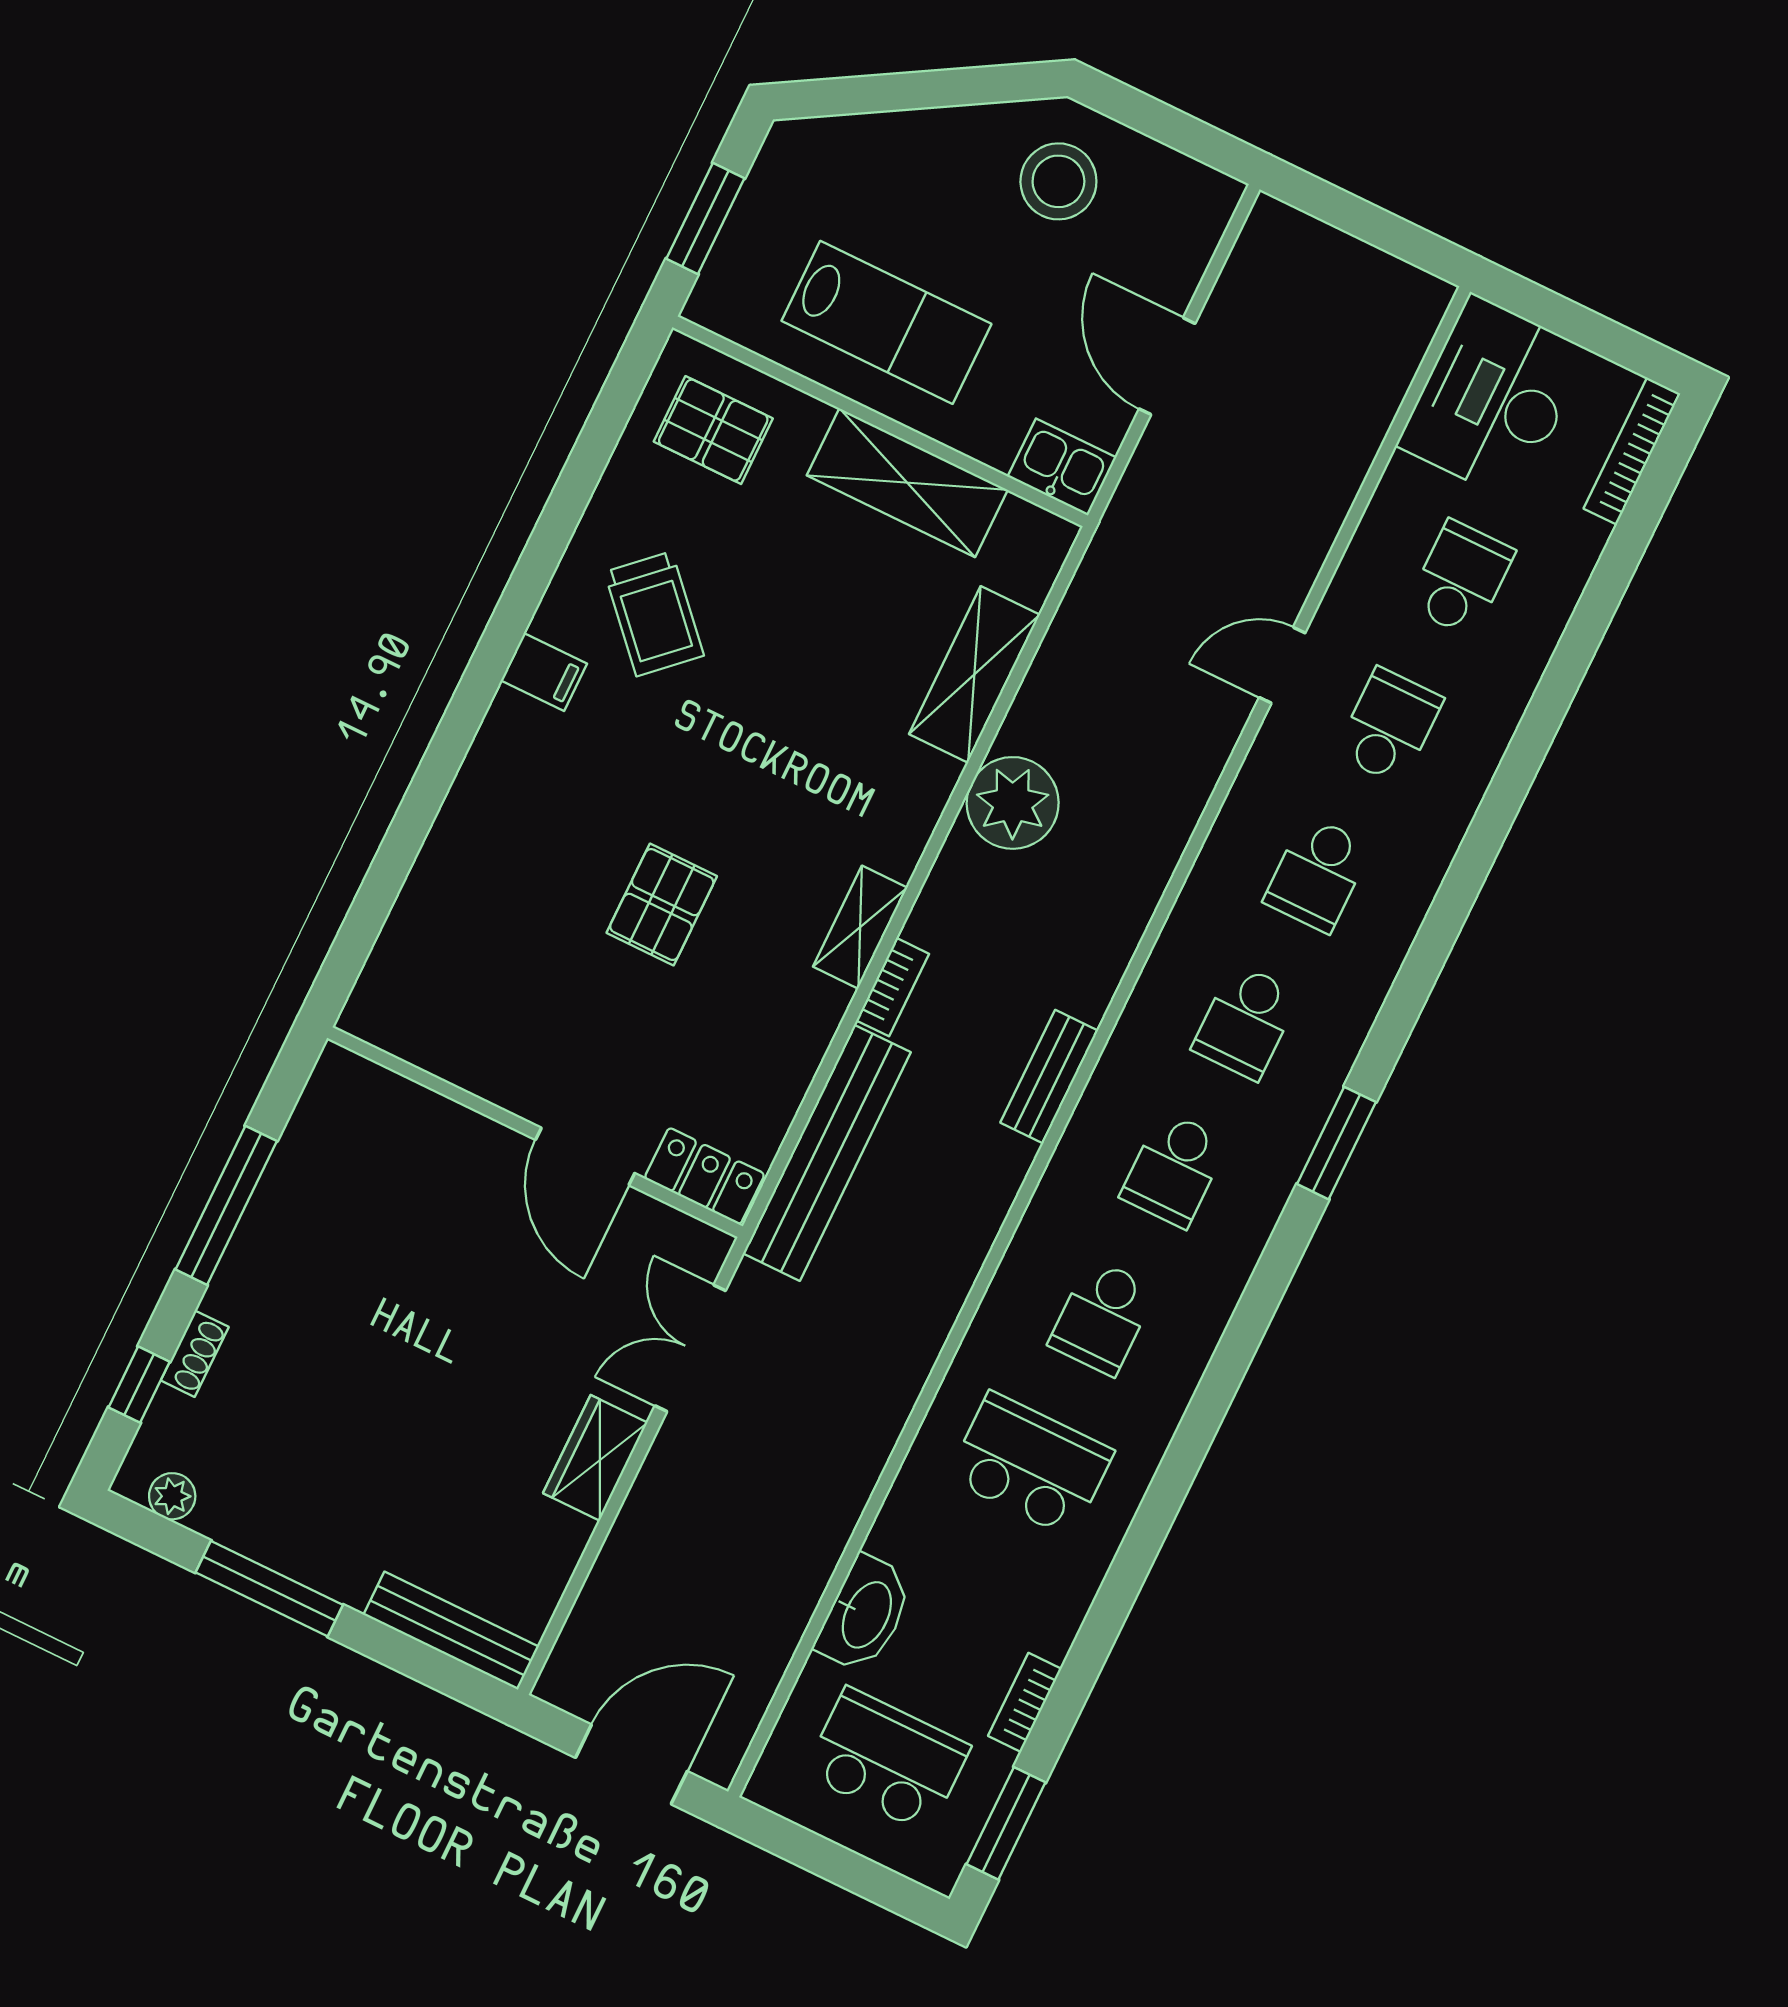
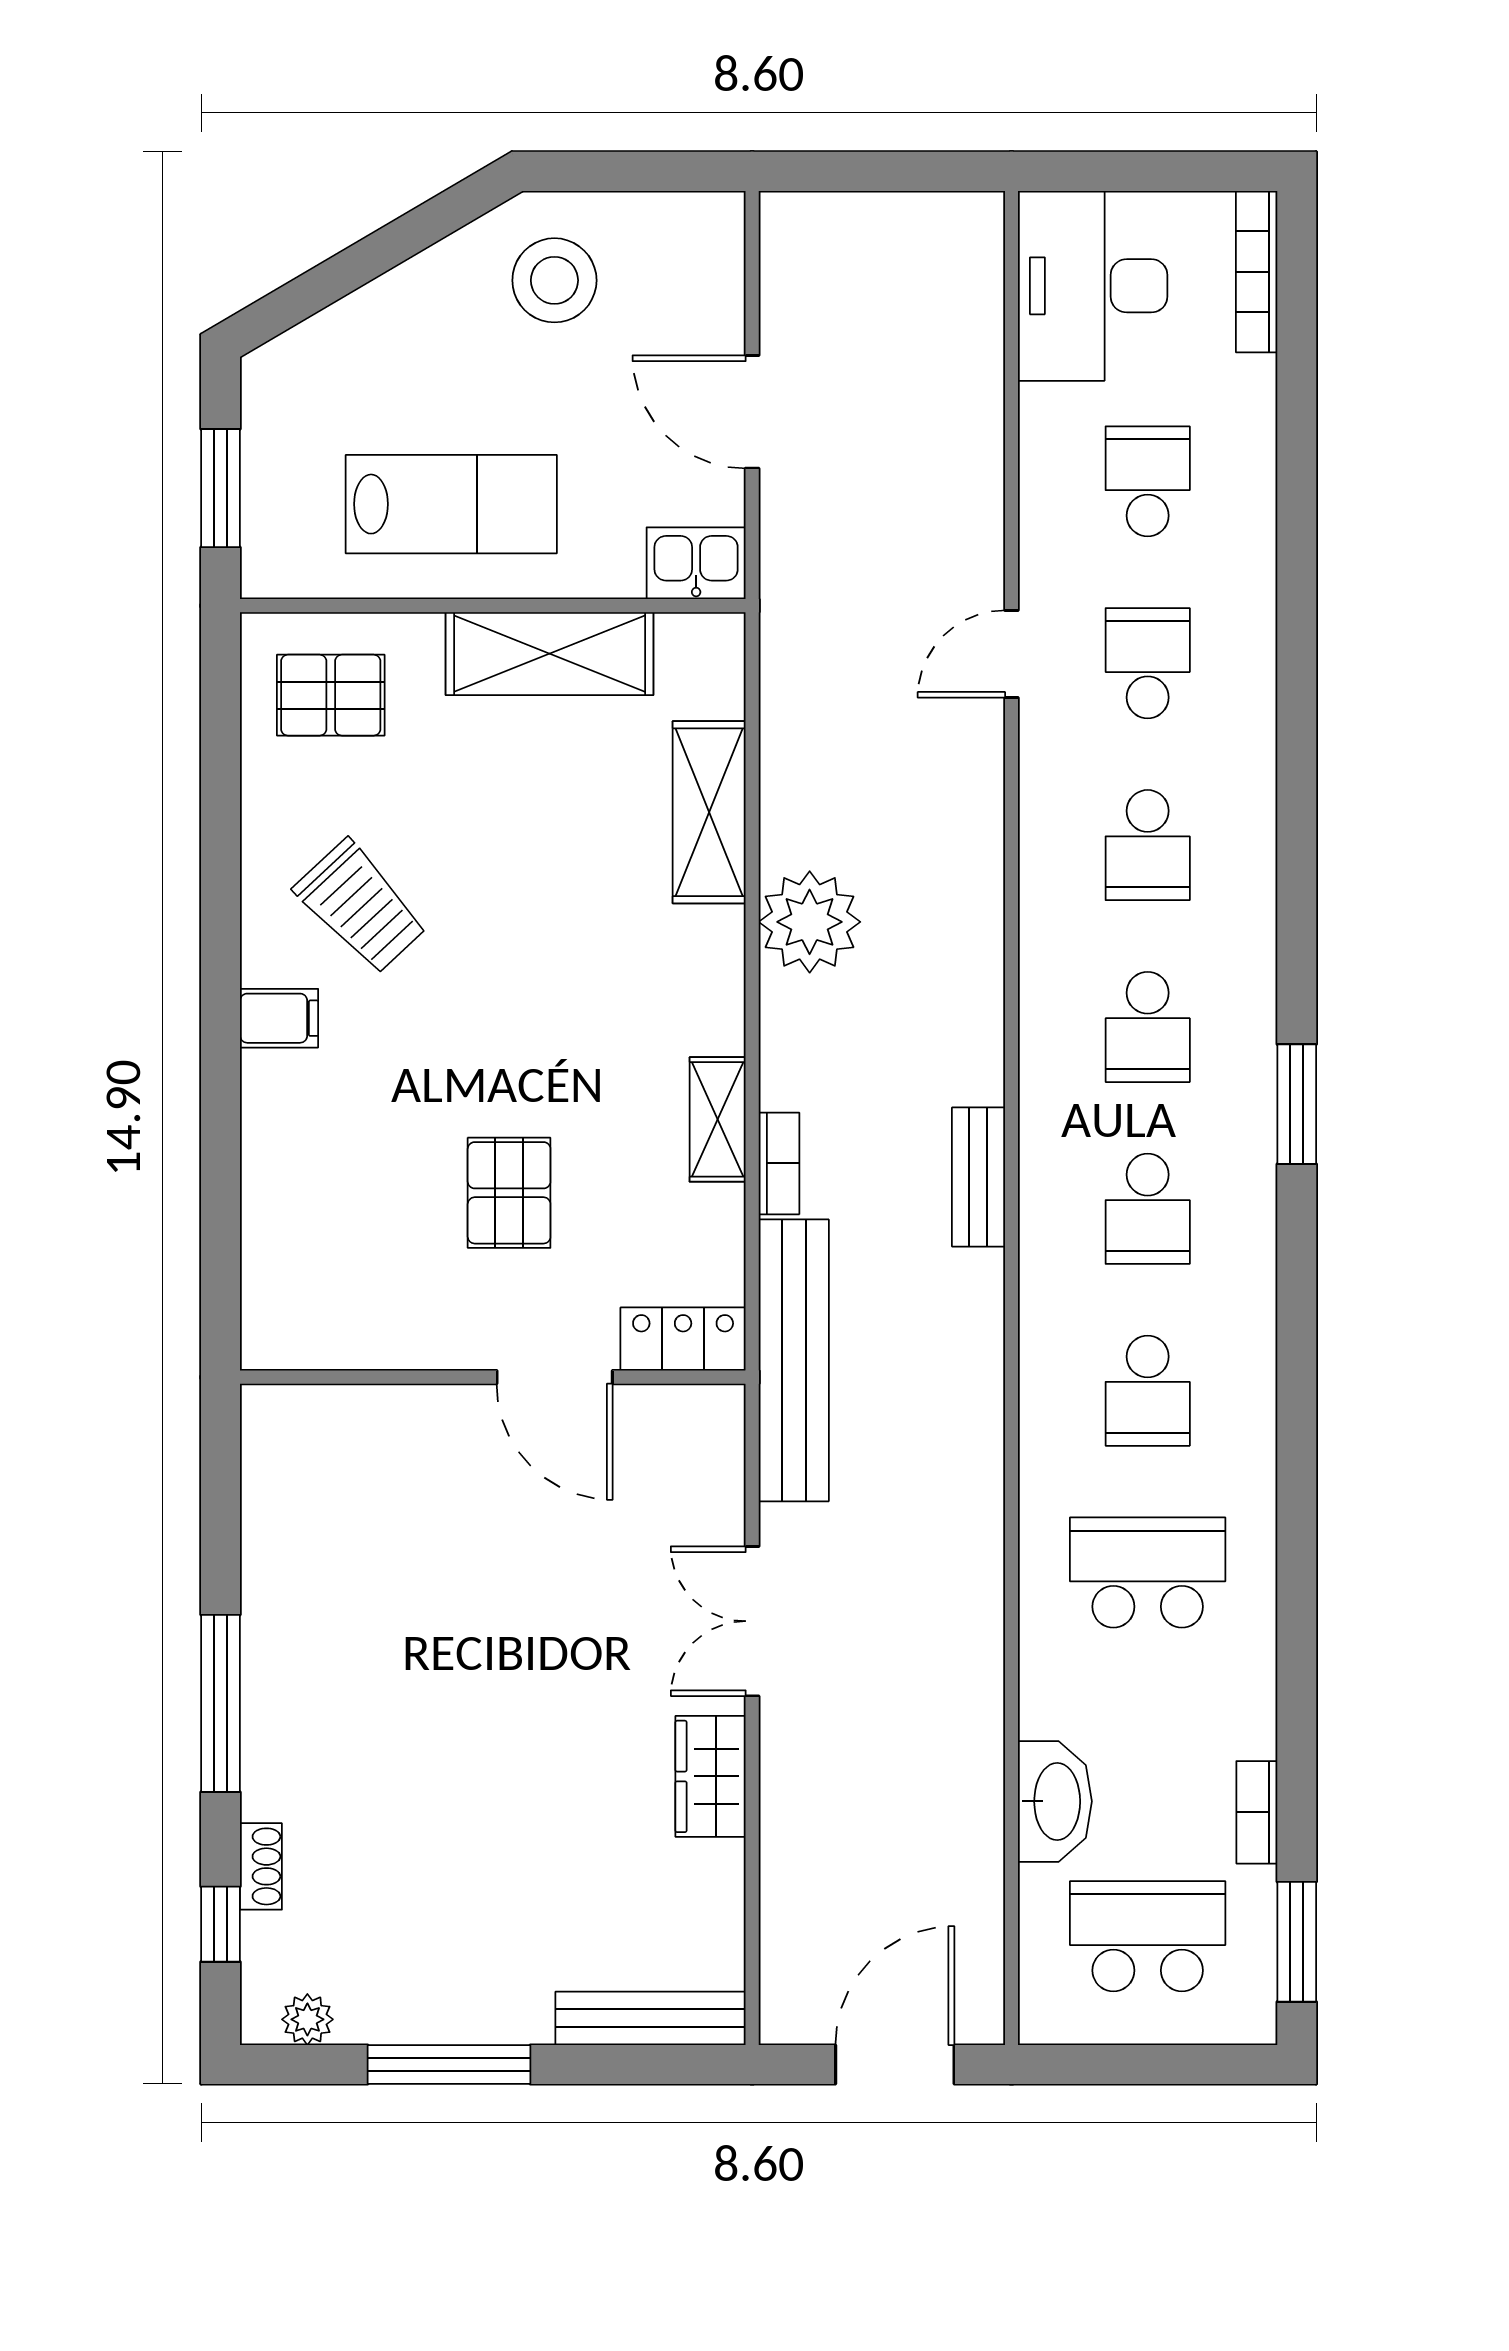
wall: (535, 1132) -> (493, 1377), moved
door: (585, 1156) -> (555, 1377), moved
locker: (705, 1176) -> (683, 1339), moved

